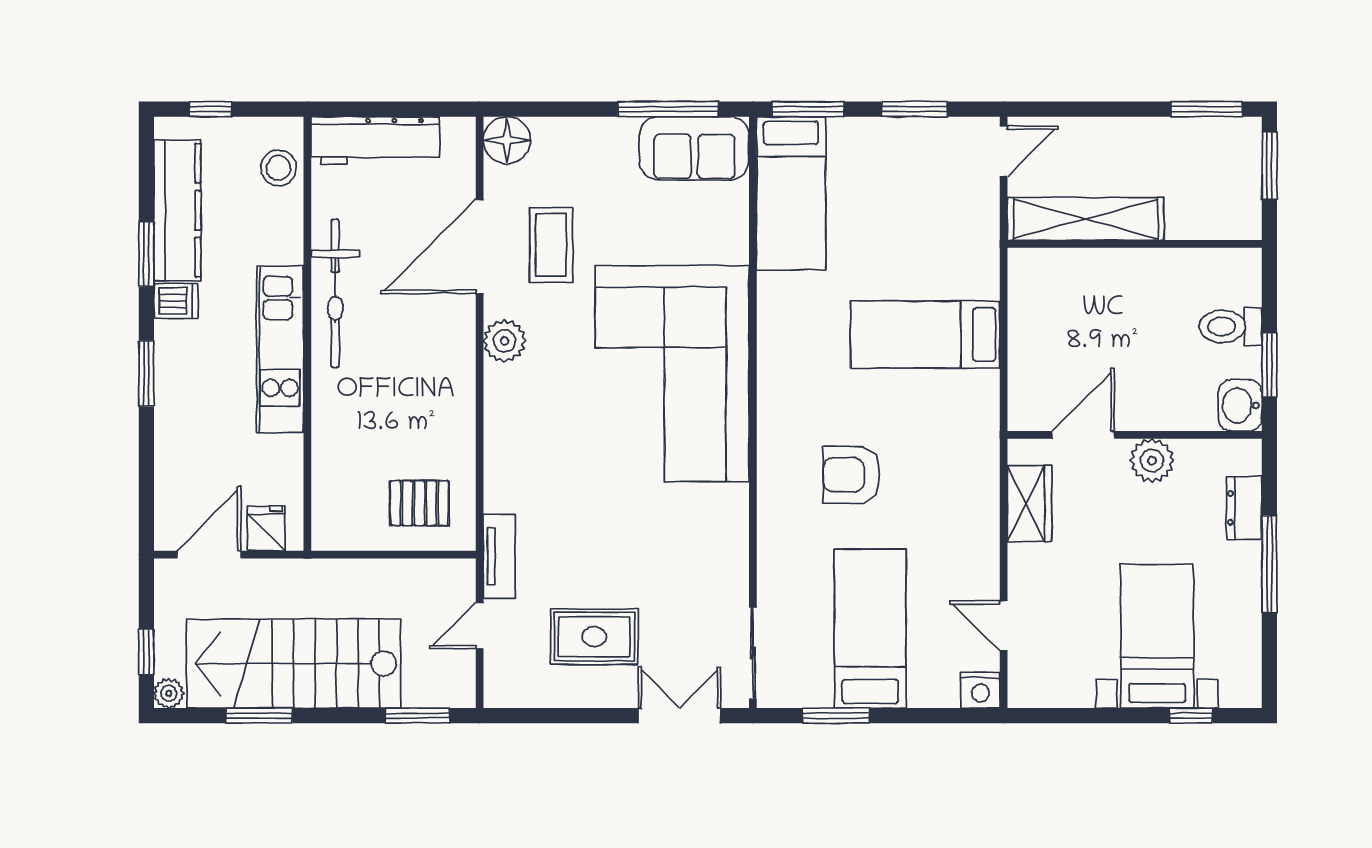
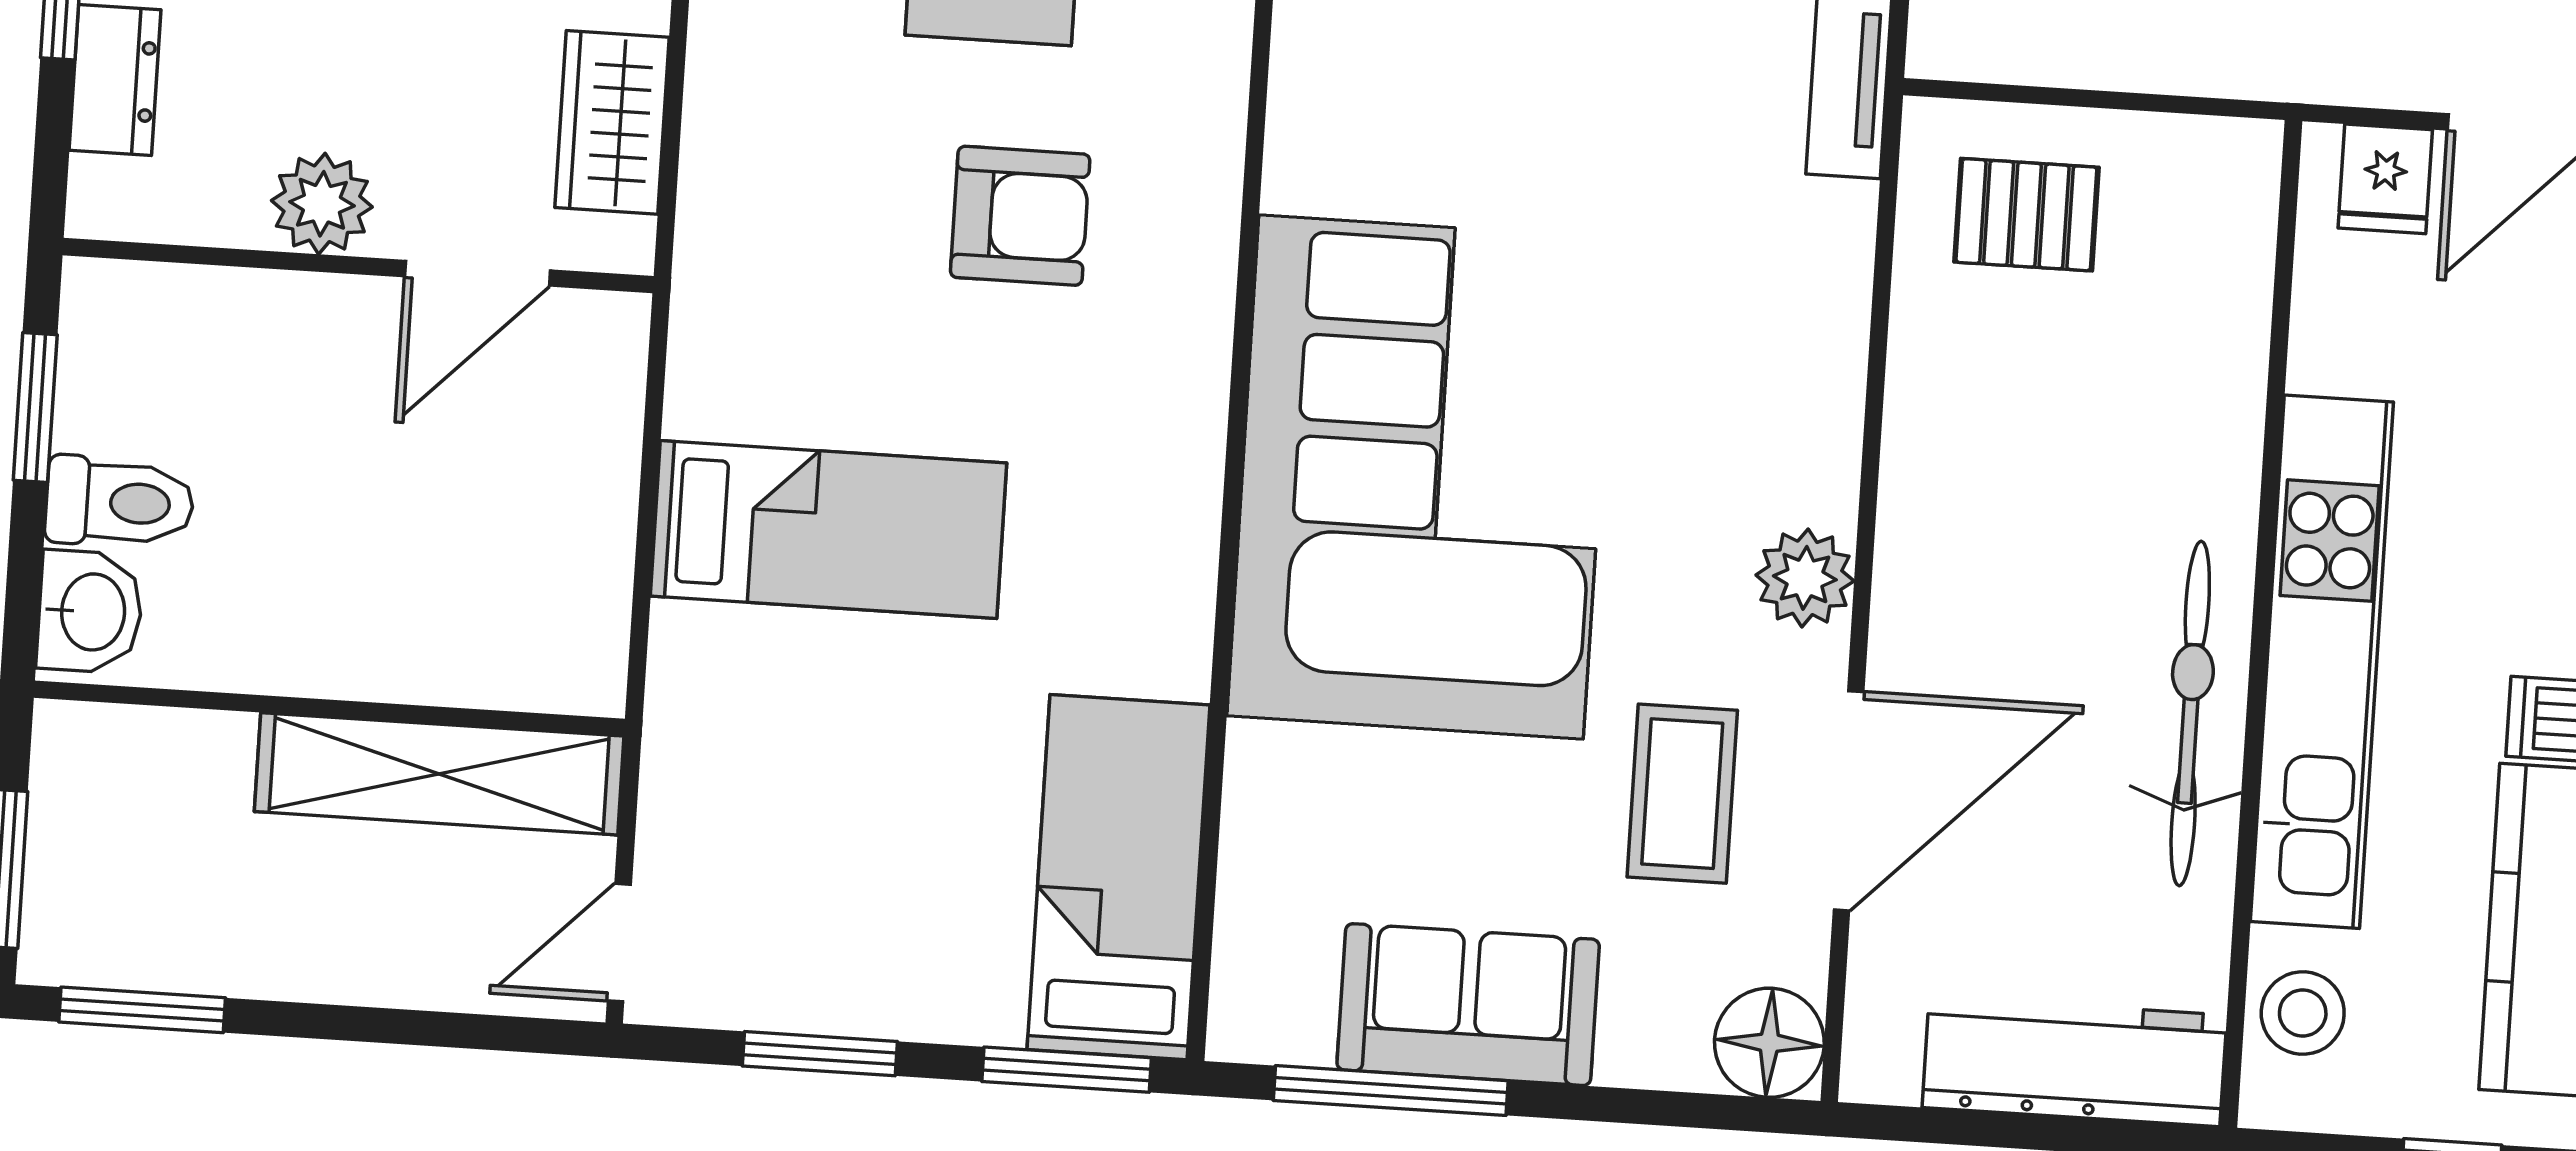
sofa: (694, 148) -> (1468, 1005), moved
kitchen unit: (280, 350) -> (2322, 662), width x1.36
washbasin: (1240, 405) -> (90, 612), moved

